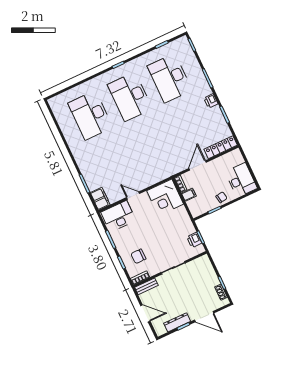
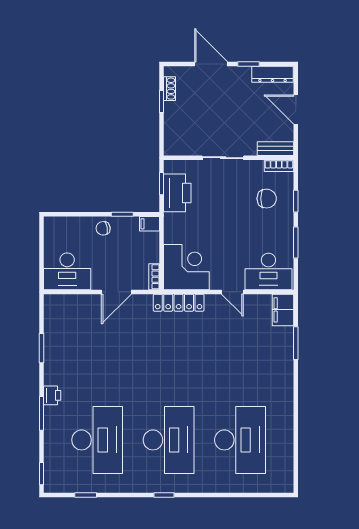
printer: (211, 101) -> (52, 395), moved
locker: (221, 147) -> (179, 303), moved
desk: (241, 180) -> (67, 271), moved, turned -90
filing cabinet: (189, 195) -> (149, 224), moved
printer: (194, 240) -> (177, 193), width x1.87, depth x1.48
dresser: (177, 322) -> (272, 74), moved

